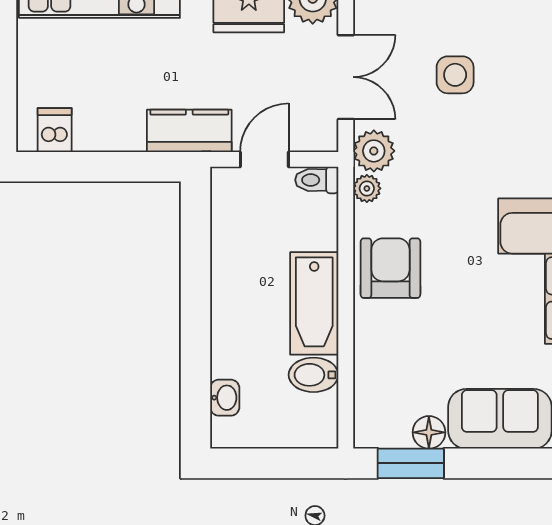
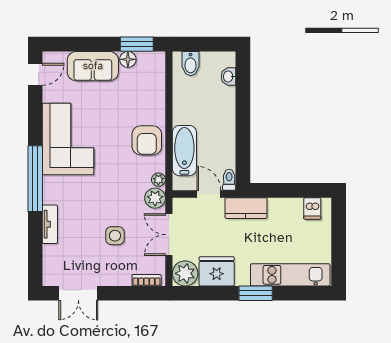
door: (264, 159) -> (209, 194), swing flipped
toilet: (317, 180) -> (229, 180), moved, turned -90
bathtub: (314, 303) -> (184, 151), moved
bidet: (313, 375) -> (191, 64), moved, turned 90

